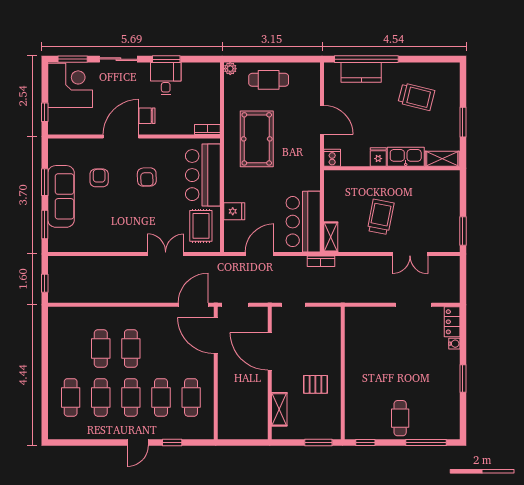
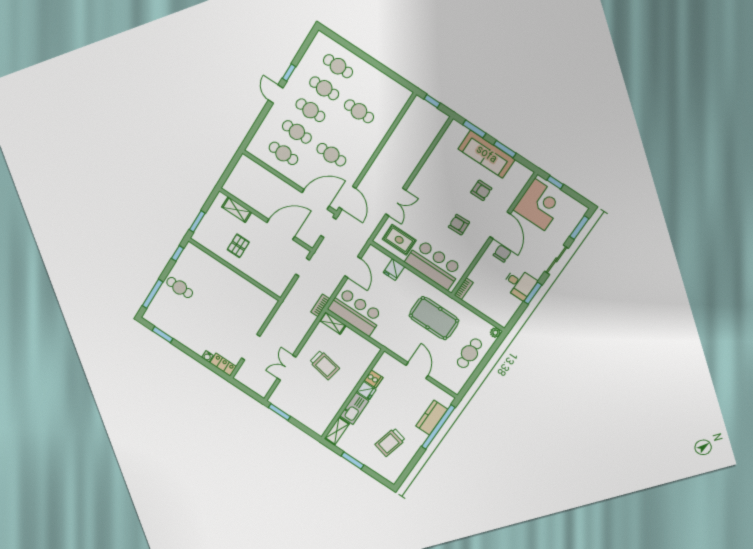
corner desk: (70, 85) -> (540, 205), moved, turned -90
door: (322, 120) -> (417, 370), swing flipped
cooker: (332, 158) -> (373, 379), moved
cafe table: (131, 349) -> (331, 155), moved
window: (463, 379) -> (163, 335), moved
window: (172, 442) -> (289, 72), moved

